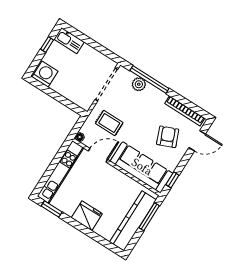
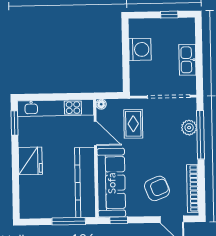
kitchen sink: (69, 41) -> (187, 60), moved
washing machine: (45, 74) -> (140, 49), moved
kitchen counter: (133, 221) -> (85, 182), moved, turned -90

